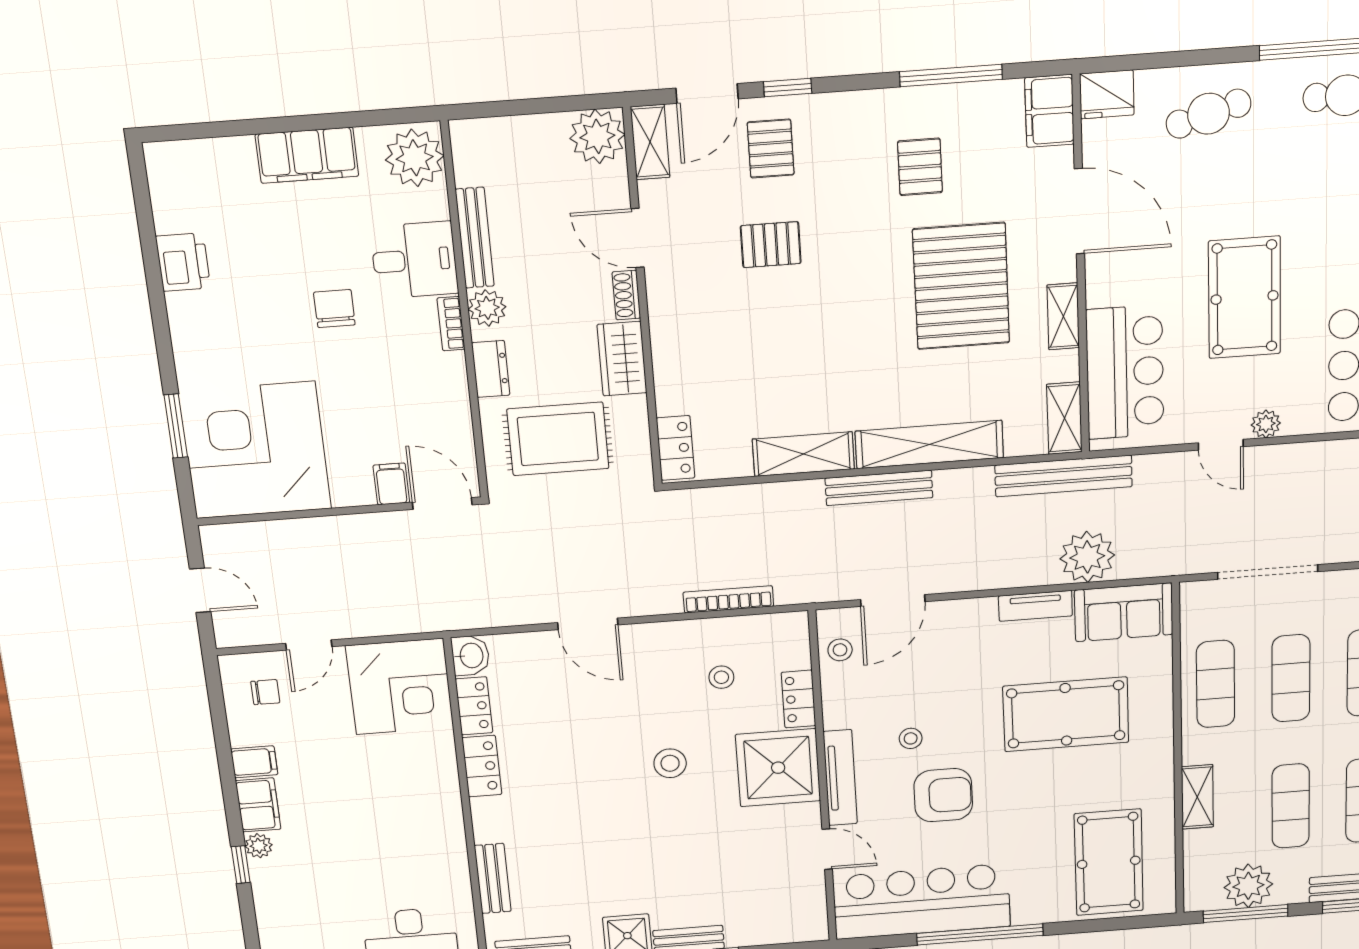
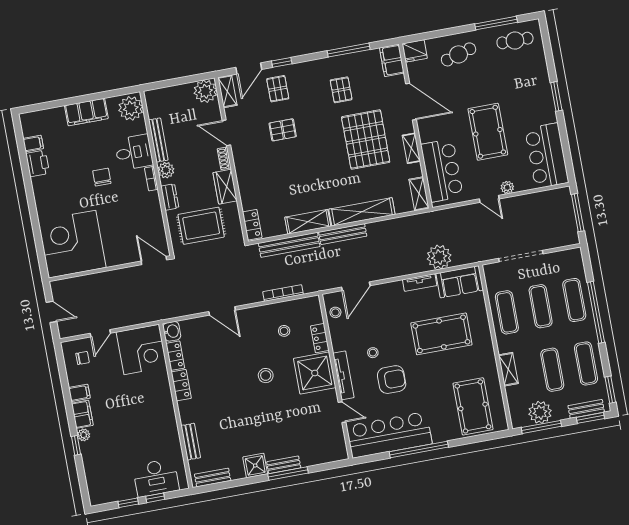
window: (176, 426) -> (38, 237), removed
bench: (1064, 476) -> (289, 245), moved
filing cabinet: (391, 484) -> (33, 144), moved, turned 90

